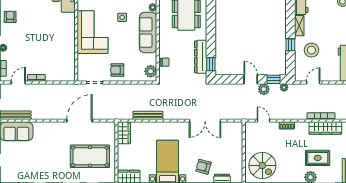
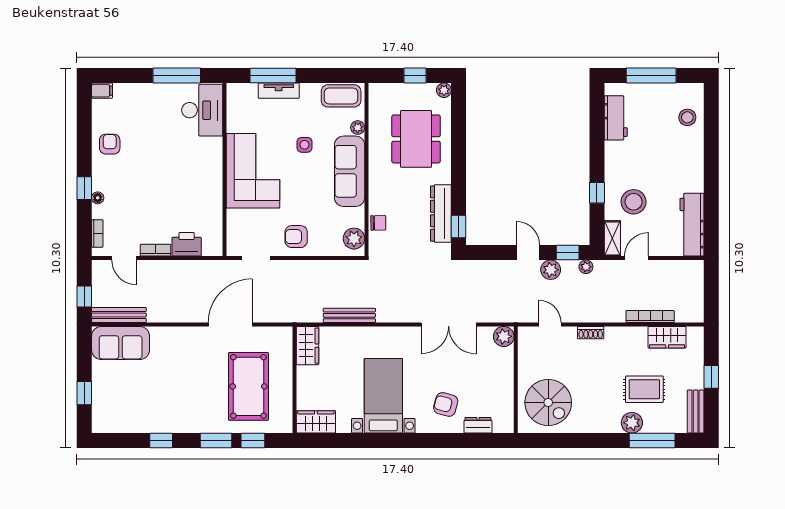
shelving: (299, 26) -> (612, 238), moved
printer: (54, 75) -> (187, 244), added
door: (18, 82) -> (124, 258), swing flipped
plant: (237, 128) -> (504, 336), added
wardrobe: (325, 128) -> (667, 337), width x0.67
pool table: (90, 156) -> (248, 386), turned 90

